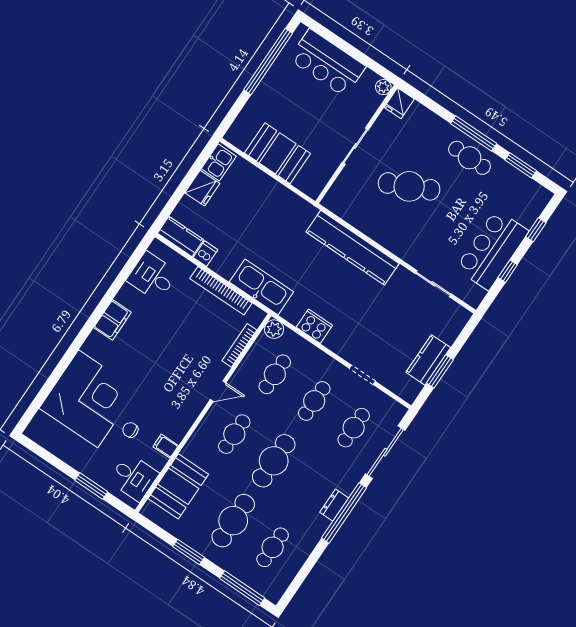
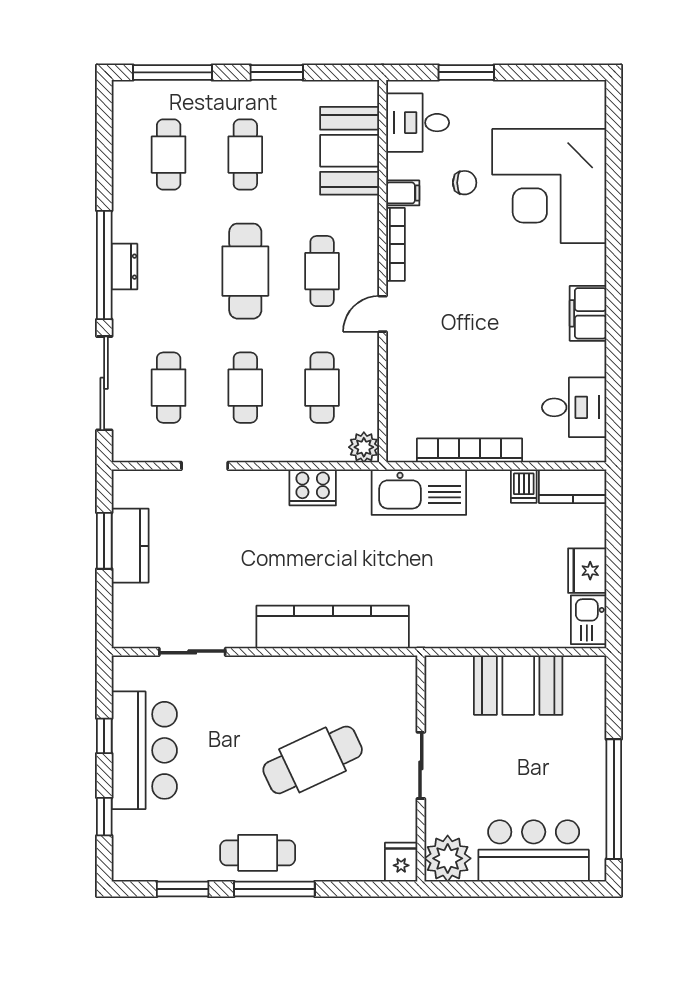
plant: (383, 87) -> (448, 858), width x1.88, depth x1.88
bookcase: (239, 345) -> (395, 244), moved
cafe table: (233, 521) -> (245, 155), width x0.73, depth x0.74

